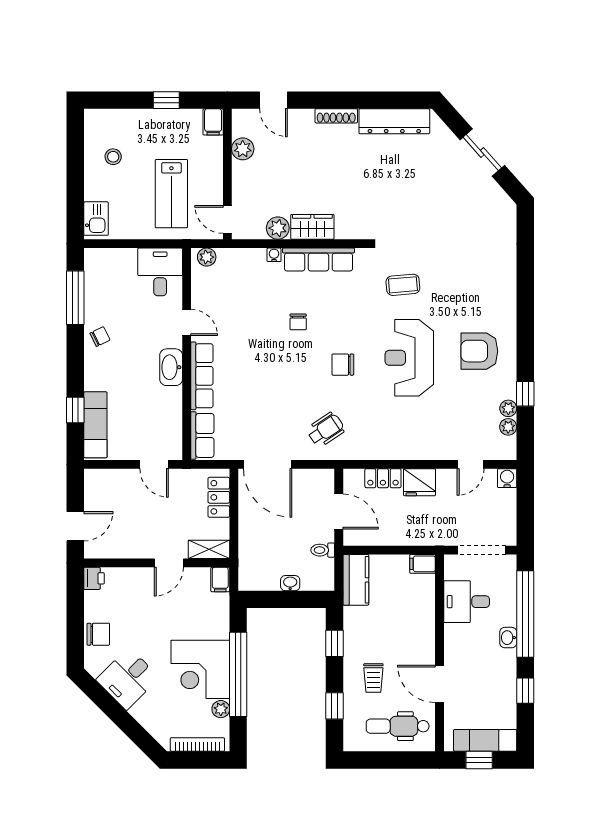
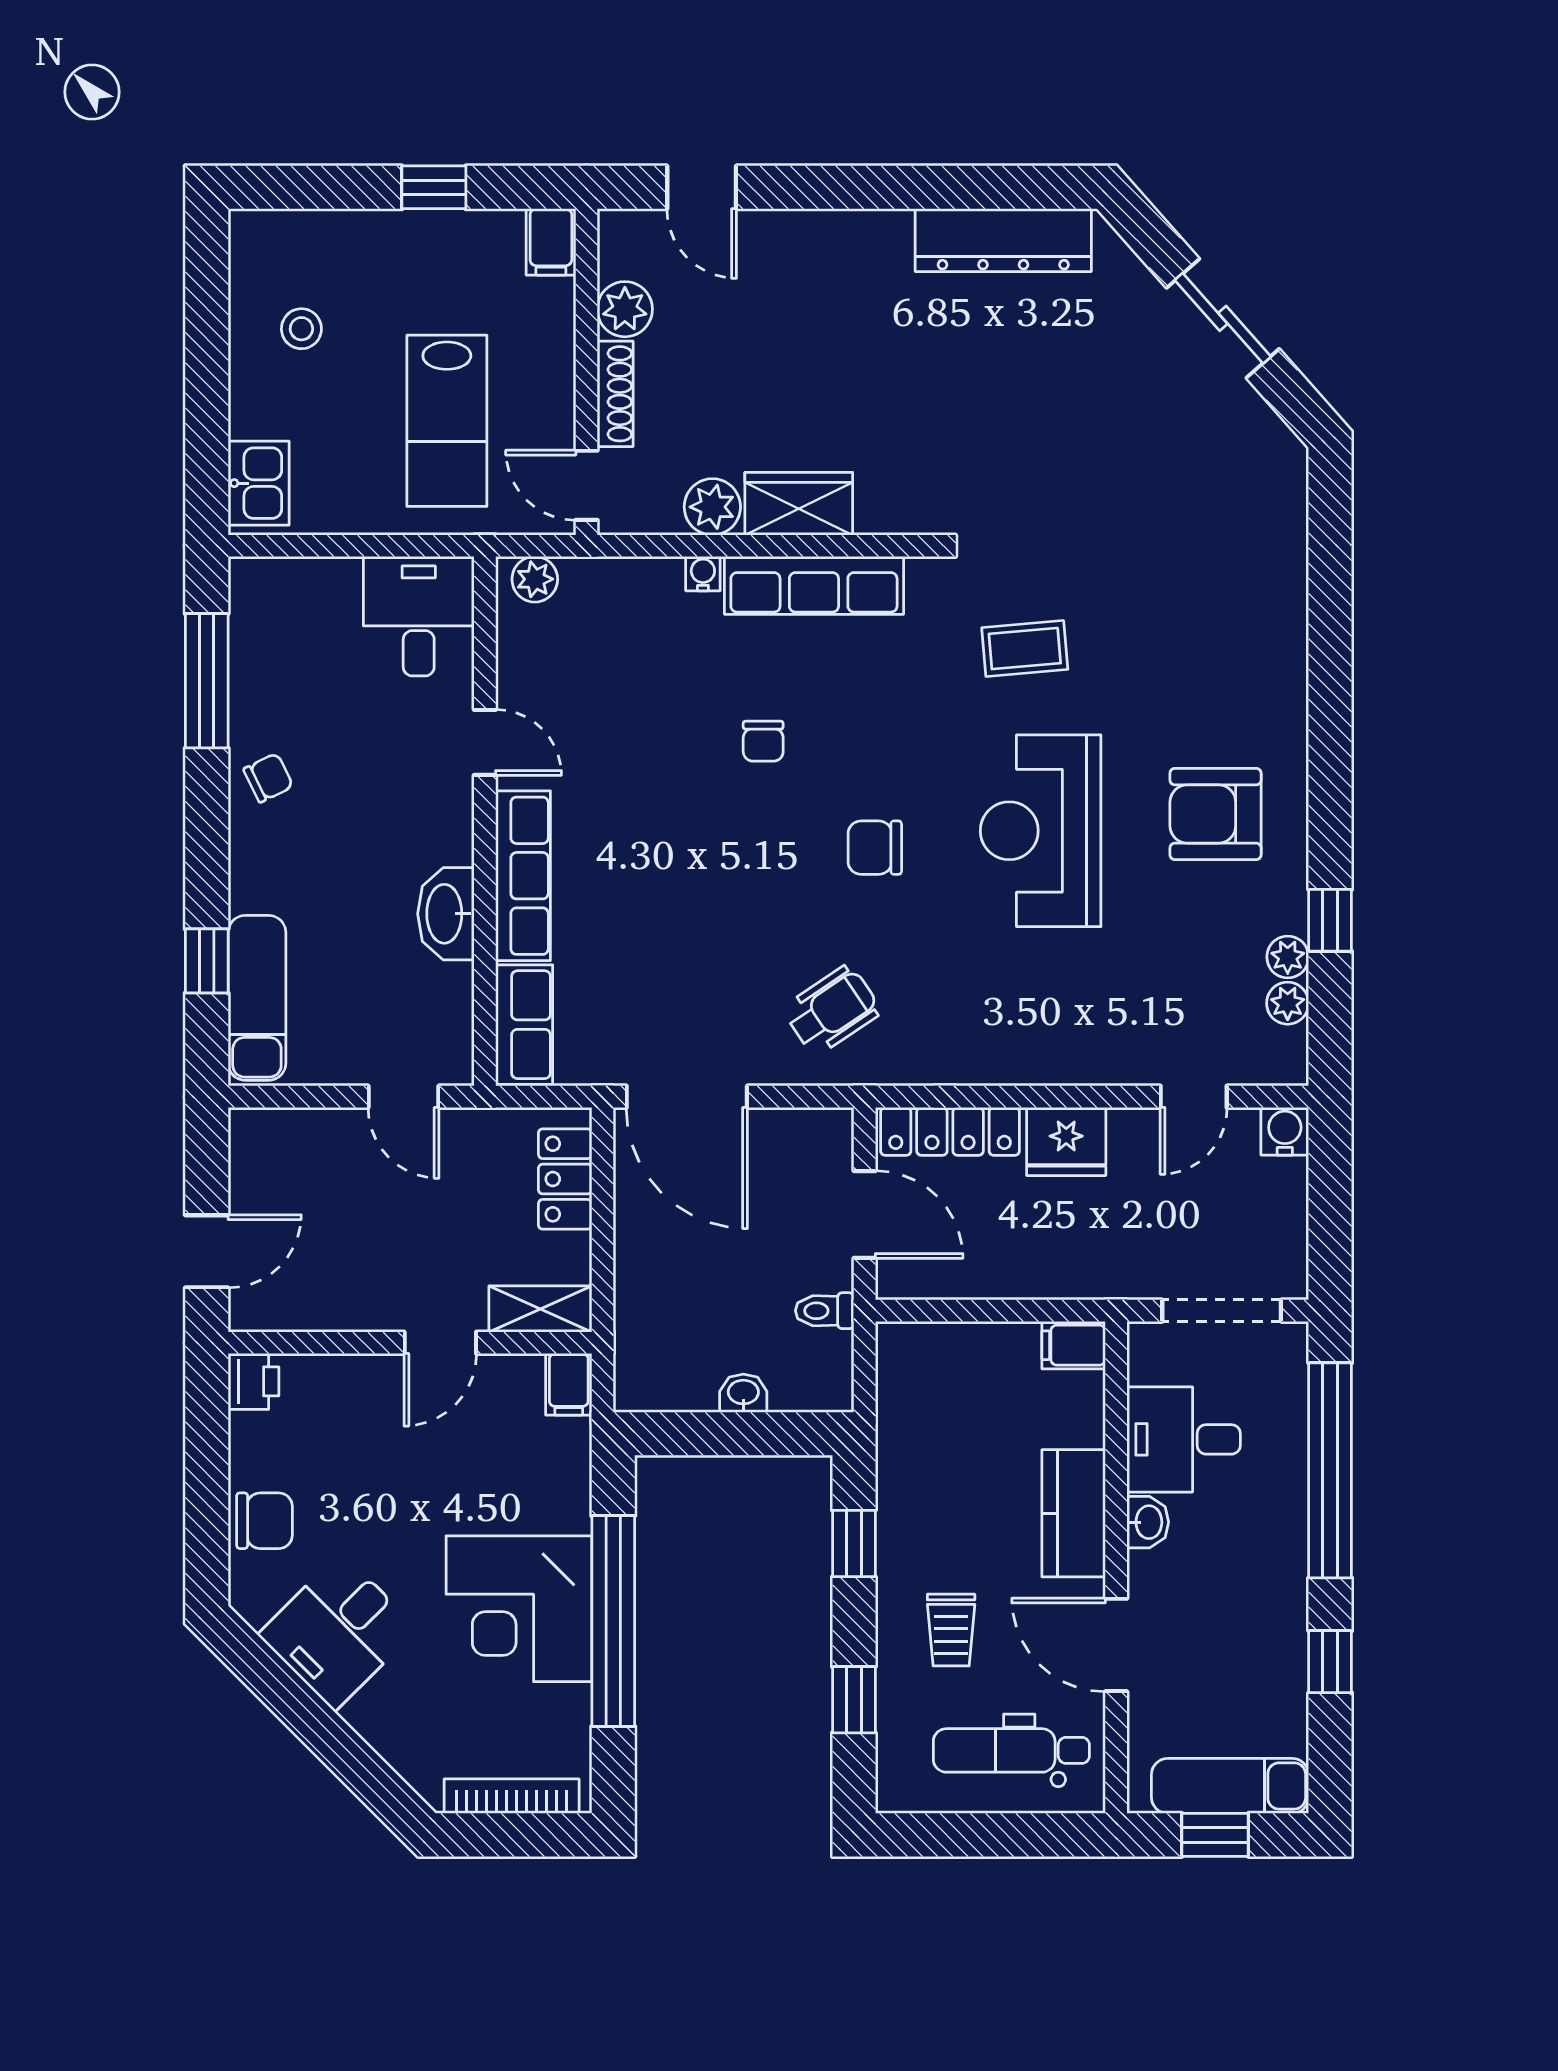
shoe rack: (336, 116) -> (615, 394), moved, turned -90
washbasin: (171, 367) -> (446, 914), moved
locker: (383, 478) -> (950, 1131), width x1.53
kitchen counter: (356, 580) -> (1074, 1513), moved, turned 180
washbasin: (508, 638) -> (1148, 1522), moved, turned 180
plant: (221, 709) -> (570, 1708), removed

